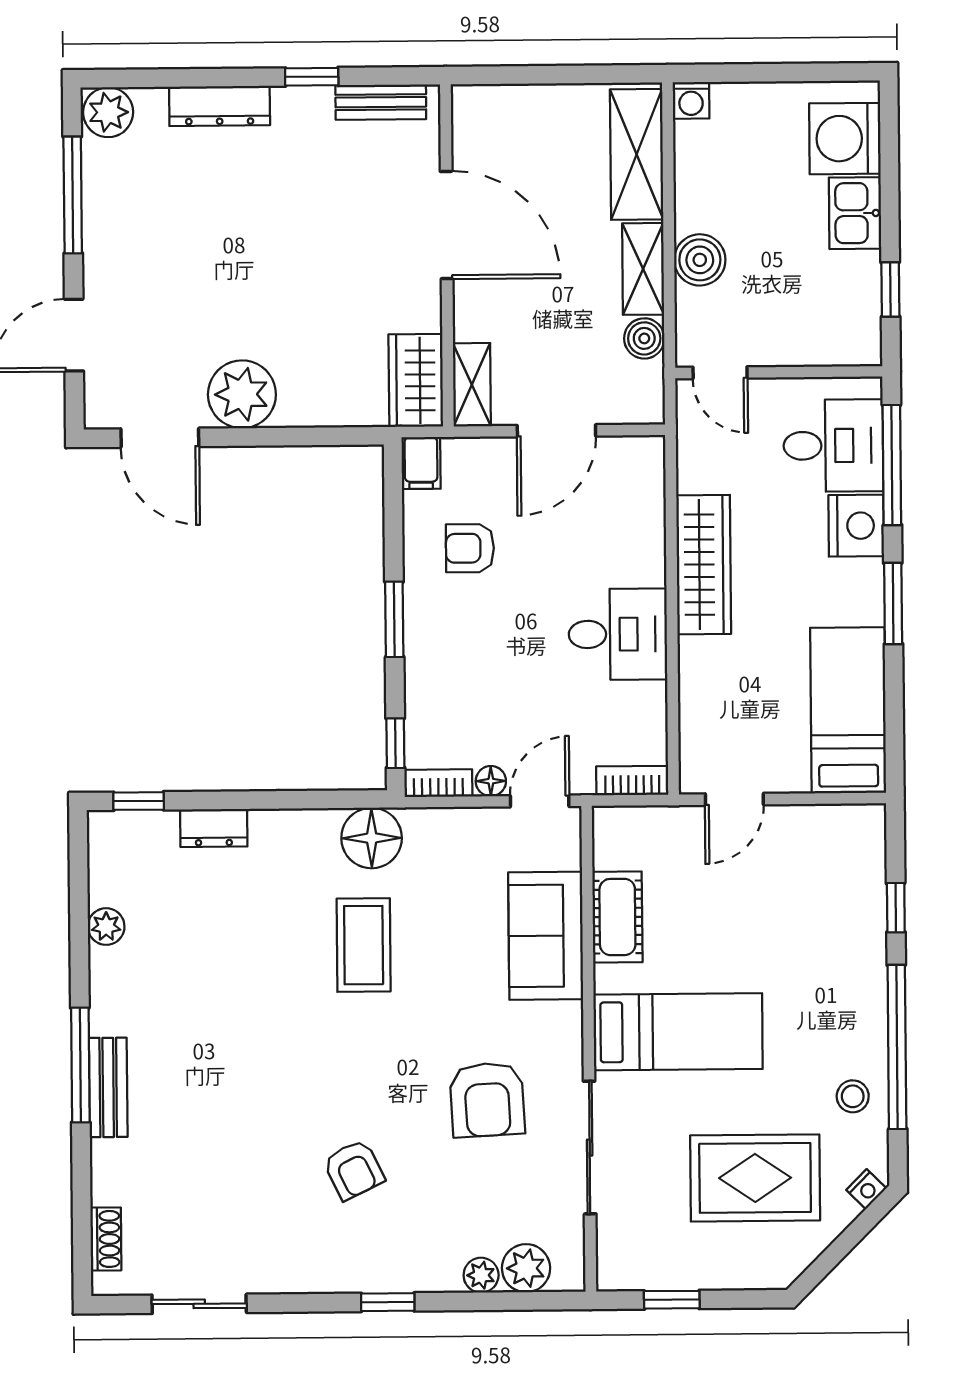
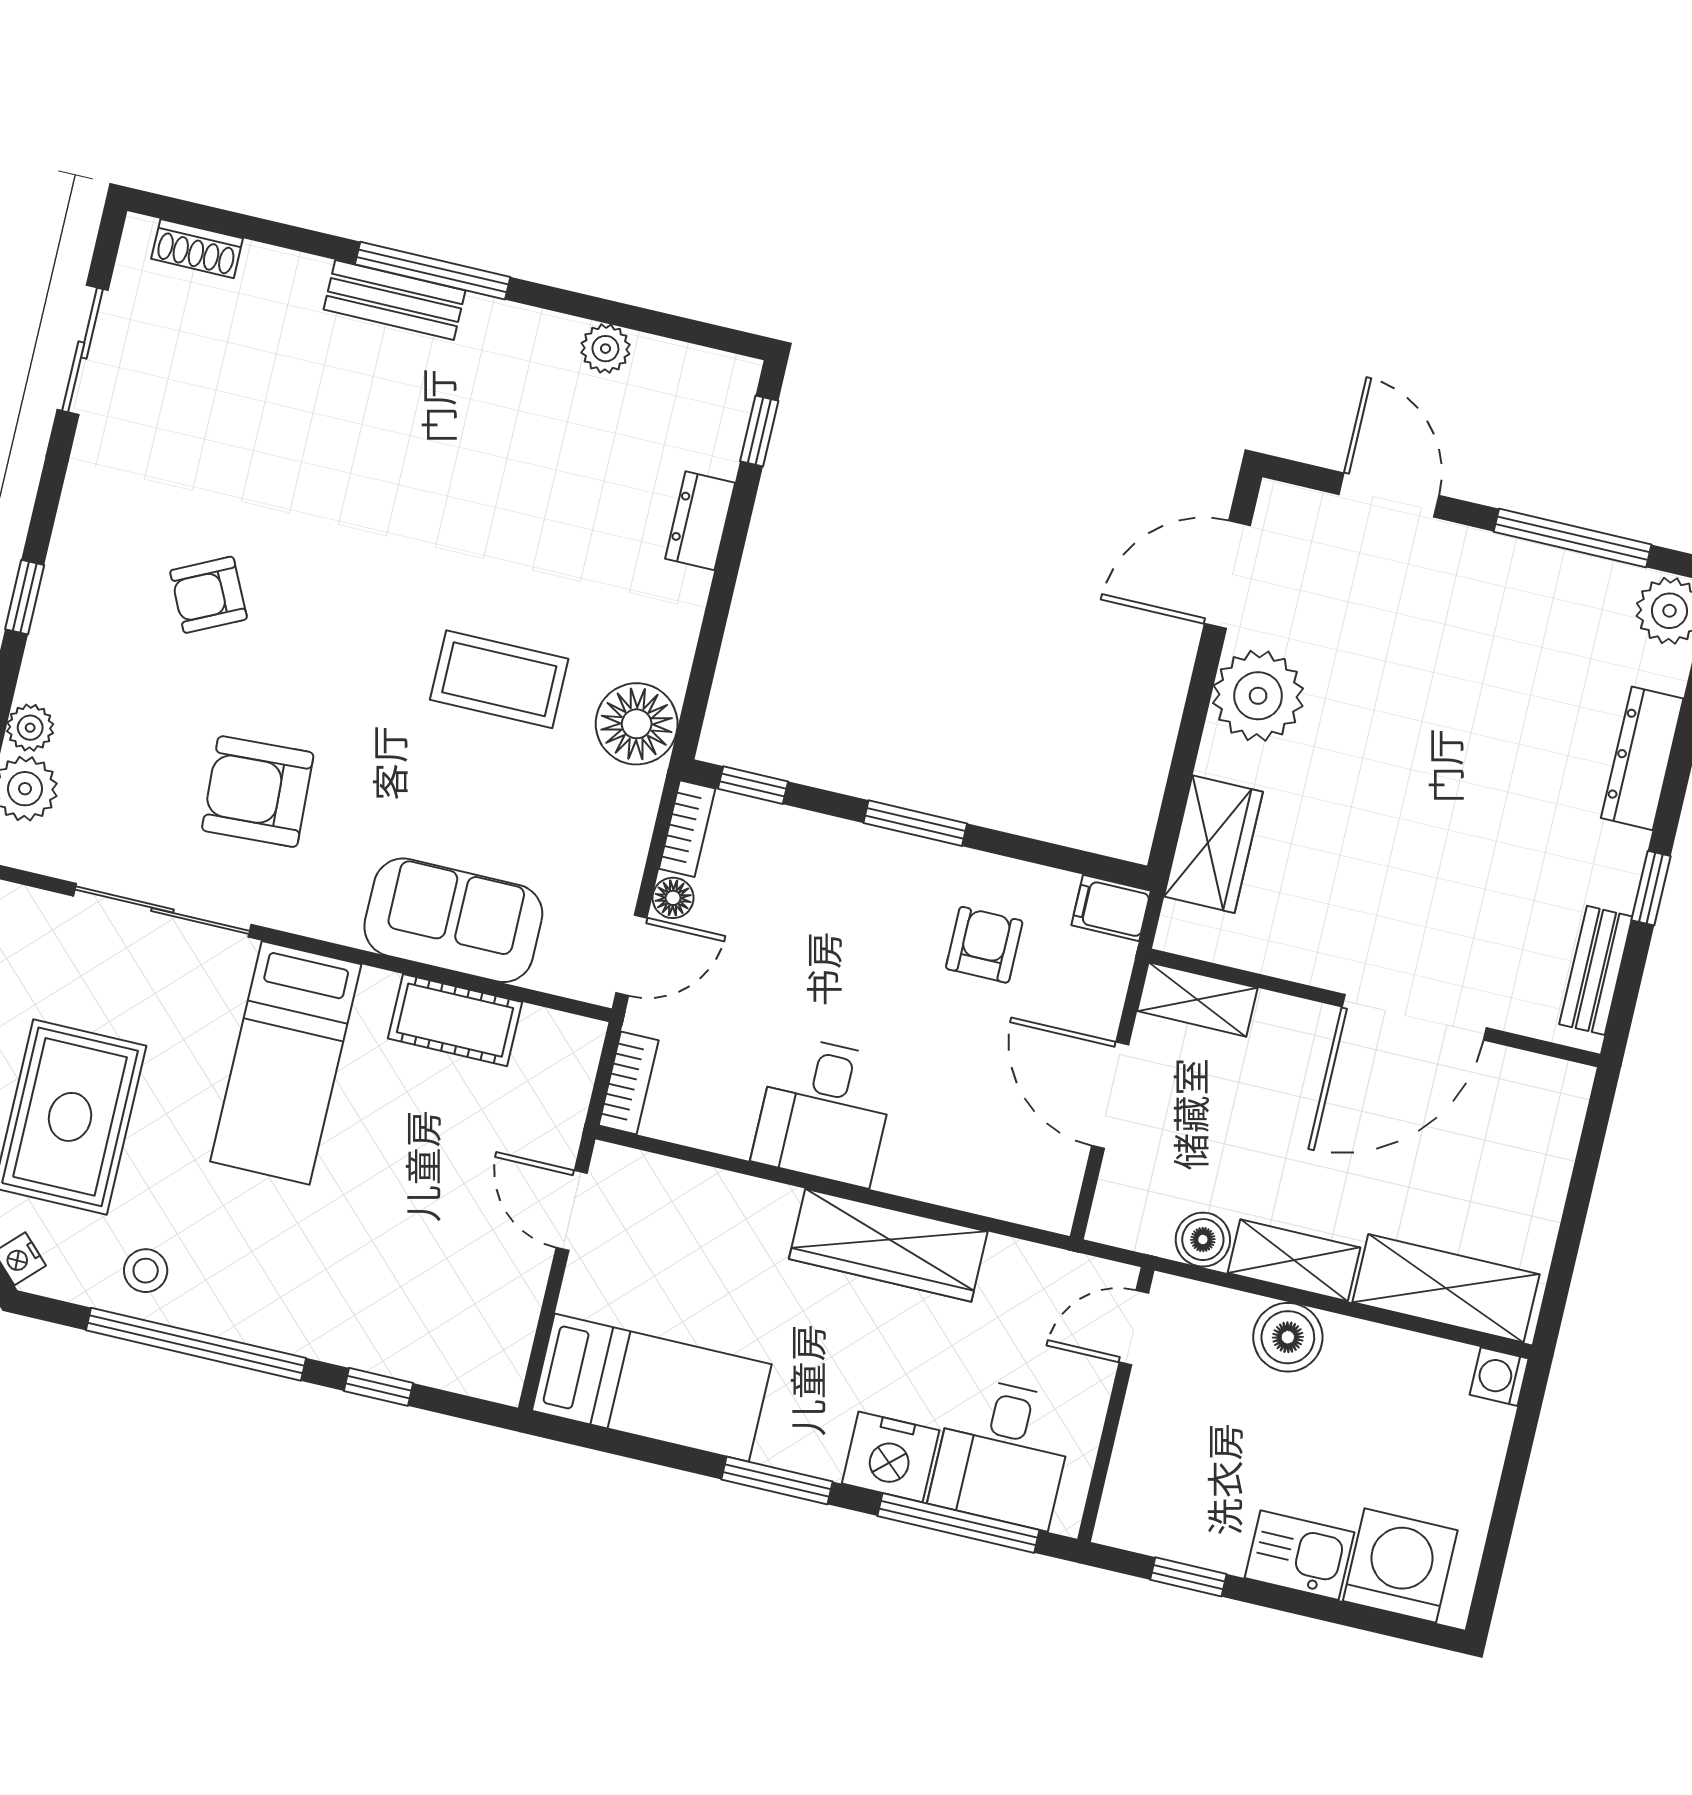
wardrobe: (416, 380) -> (1213, 844), moved, turned 90
door: (540, 801) -> (631, 955), hinge flipped

